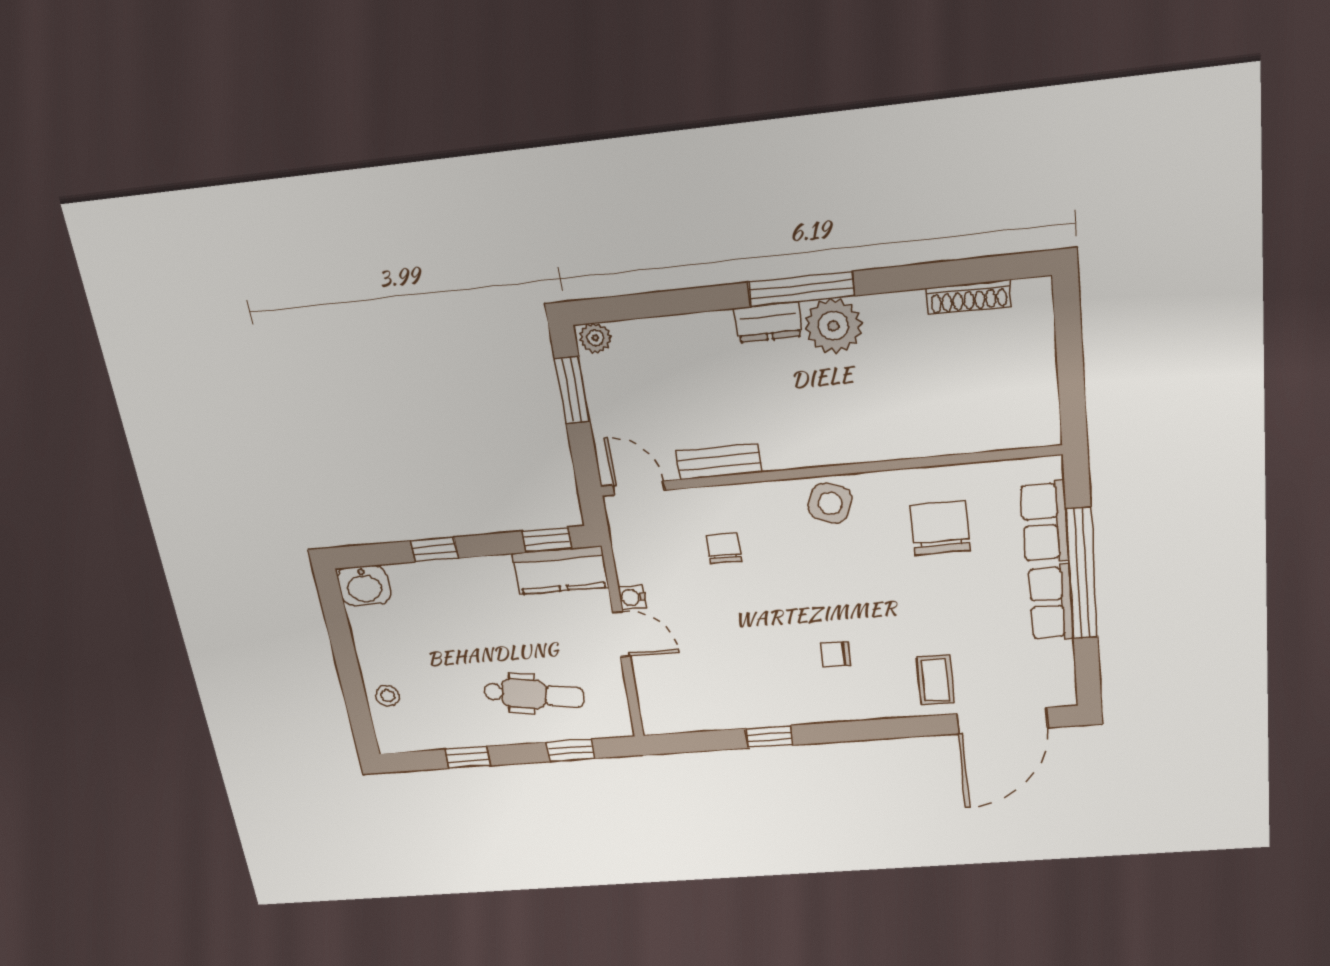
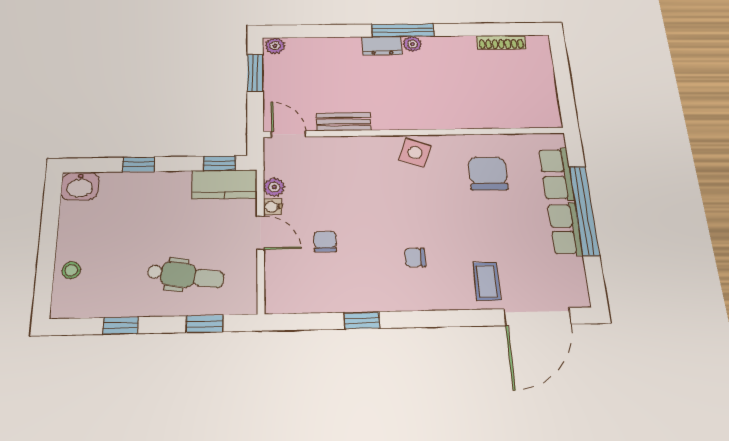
plant: (833, 326) -> (412, 44), width x0.53, depth x0.53
chair: (724, 548) -> (325, 242), moved
plant: (630, 569) -> (274, 187), added

